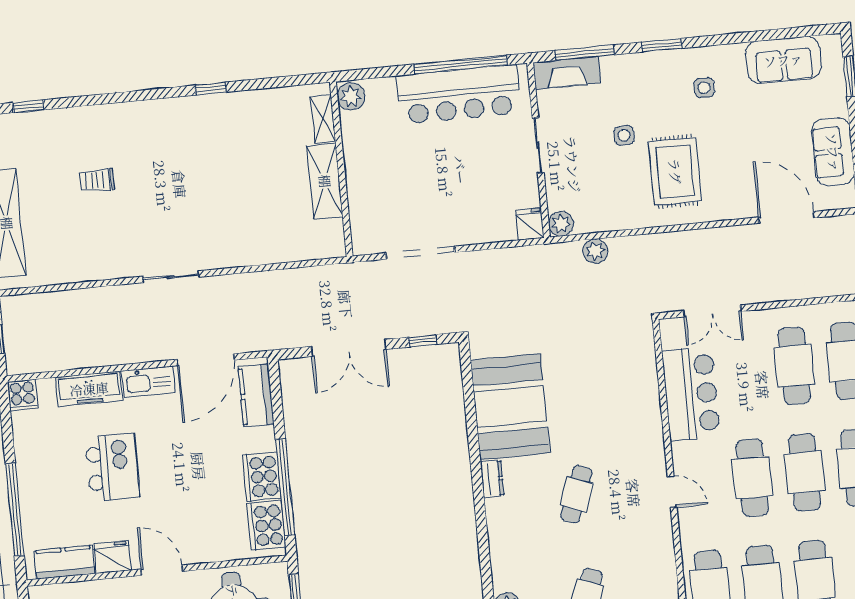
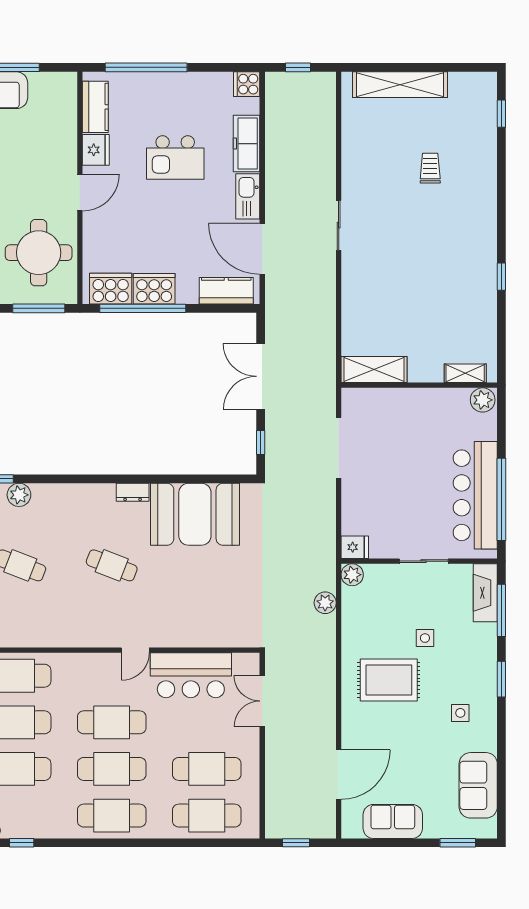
shelving: (325, 181) -> (374, 369), moved
door: (672, 492) -> (135, 650), moved

